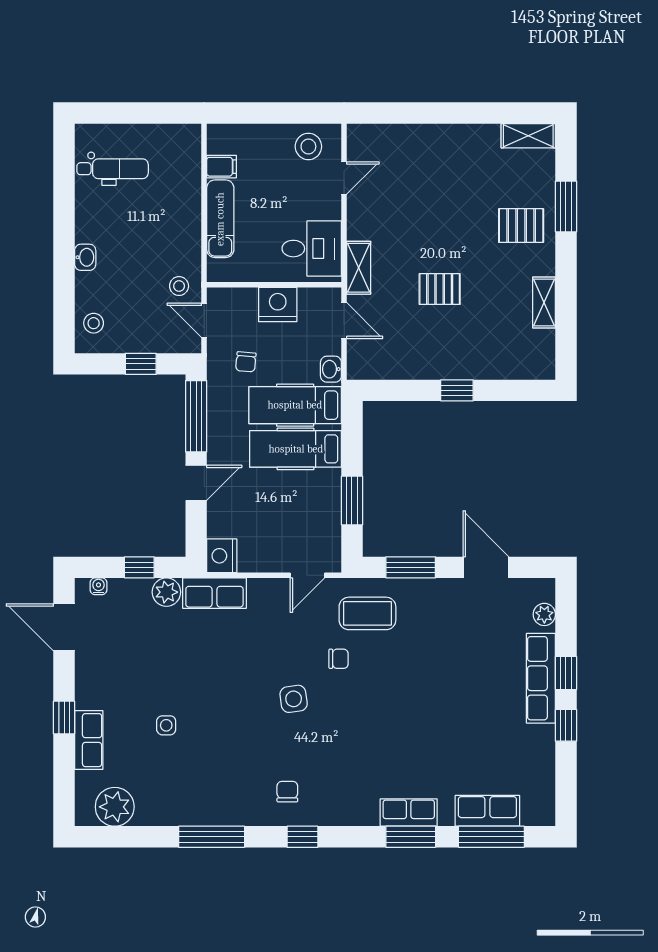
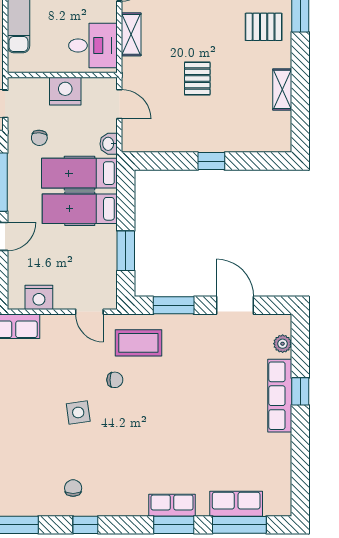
shelving: (359, 268) -> (131, 34), moved
pallet: (440, 289) -> (197, 79), turned 90
nightstand: (222, 556) -> (39, 297), moved, turned -90
door: (307, 575) -> (89, 312), hinge flipped
window: (566, 725) -> (300, 434), removed

